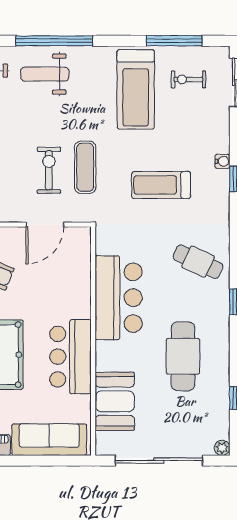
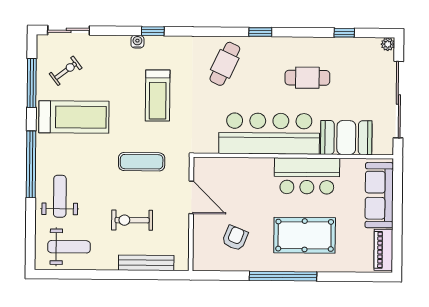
window: (54, 41) -> (31, 164), moved
weight bench: (45, 74) -> (60, 196), turned 180
exercise bike: (188, 79) -> (66, 71), turned -127
exercise bike: (49, 170) -> (132, 220), moved
bar counter: (119, 298) -> (269, 134), width x1.36
cafe table: (183, 356) -> (307, 78), width x0.73, depth x0.74

